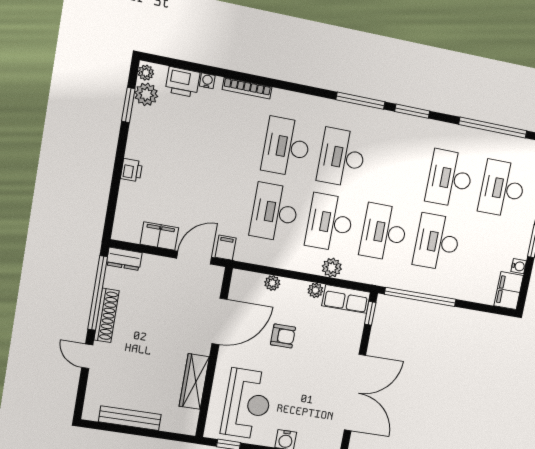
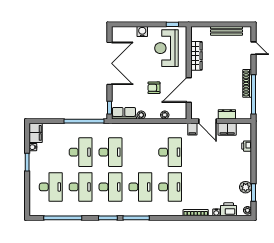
plant: (146, 94) -> (246, 187), moved
printer: (131, 170) -> (247, 146), moved
desk: (330, 222) -> (110, 187), moved
door: (194, 258) -> (208, 121), hinge flipped
dresser: (124, 259) -> (227, 114), moved
plant: (332, 268) -> (135, 129), removed
door: (87, 356) -> (254, 48), moved
double door: (355, 393) -> (109, 63), swing flipped

